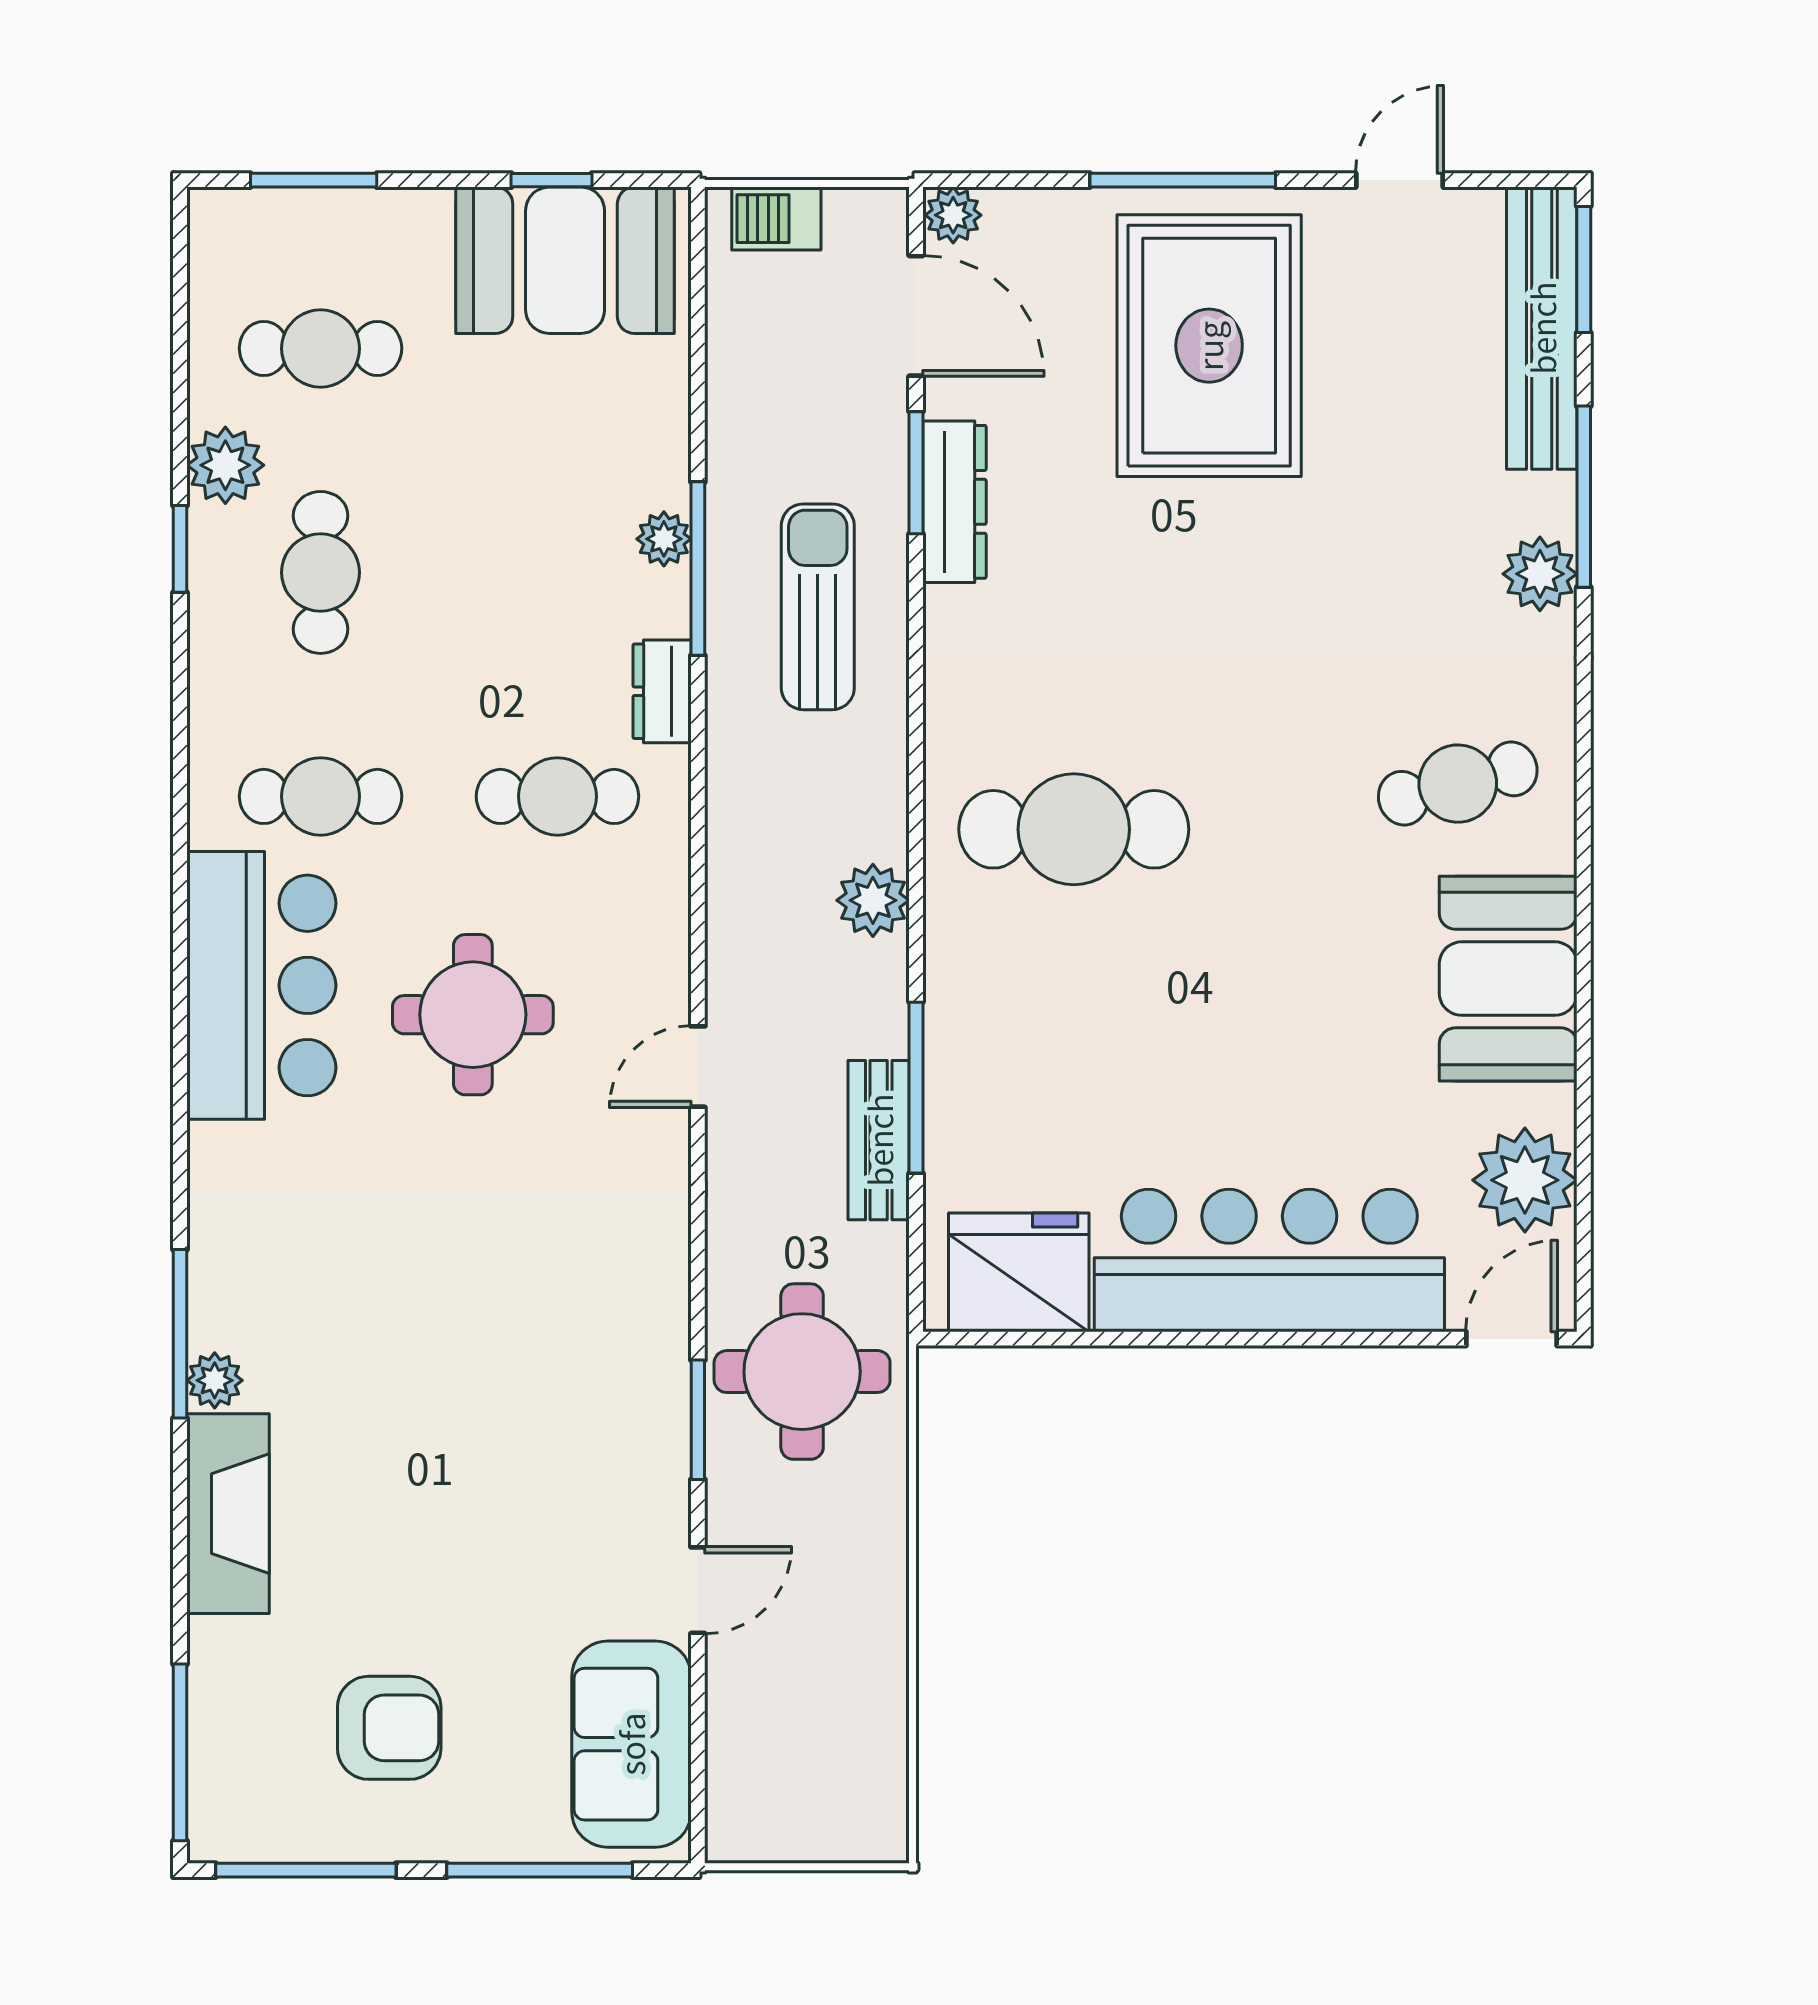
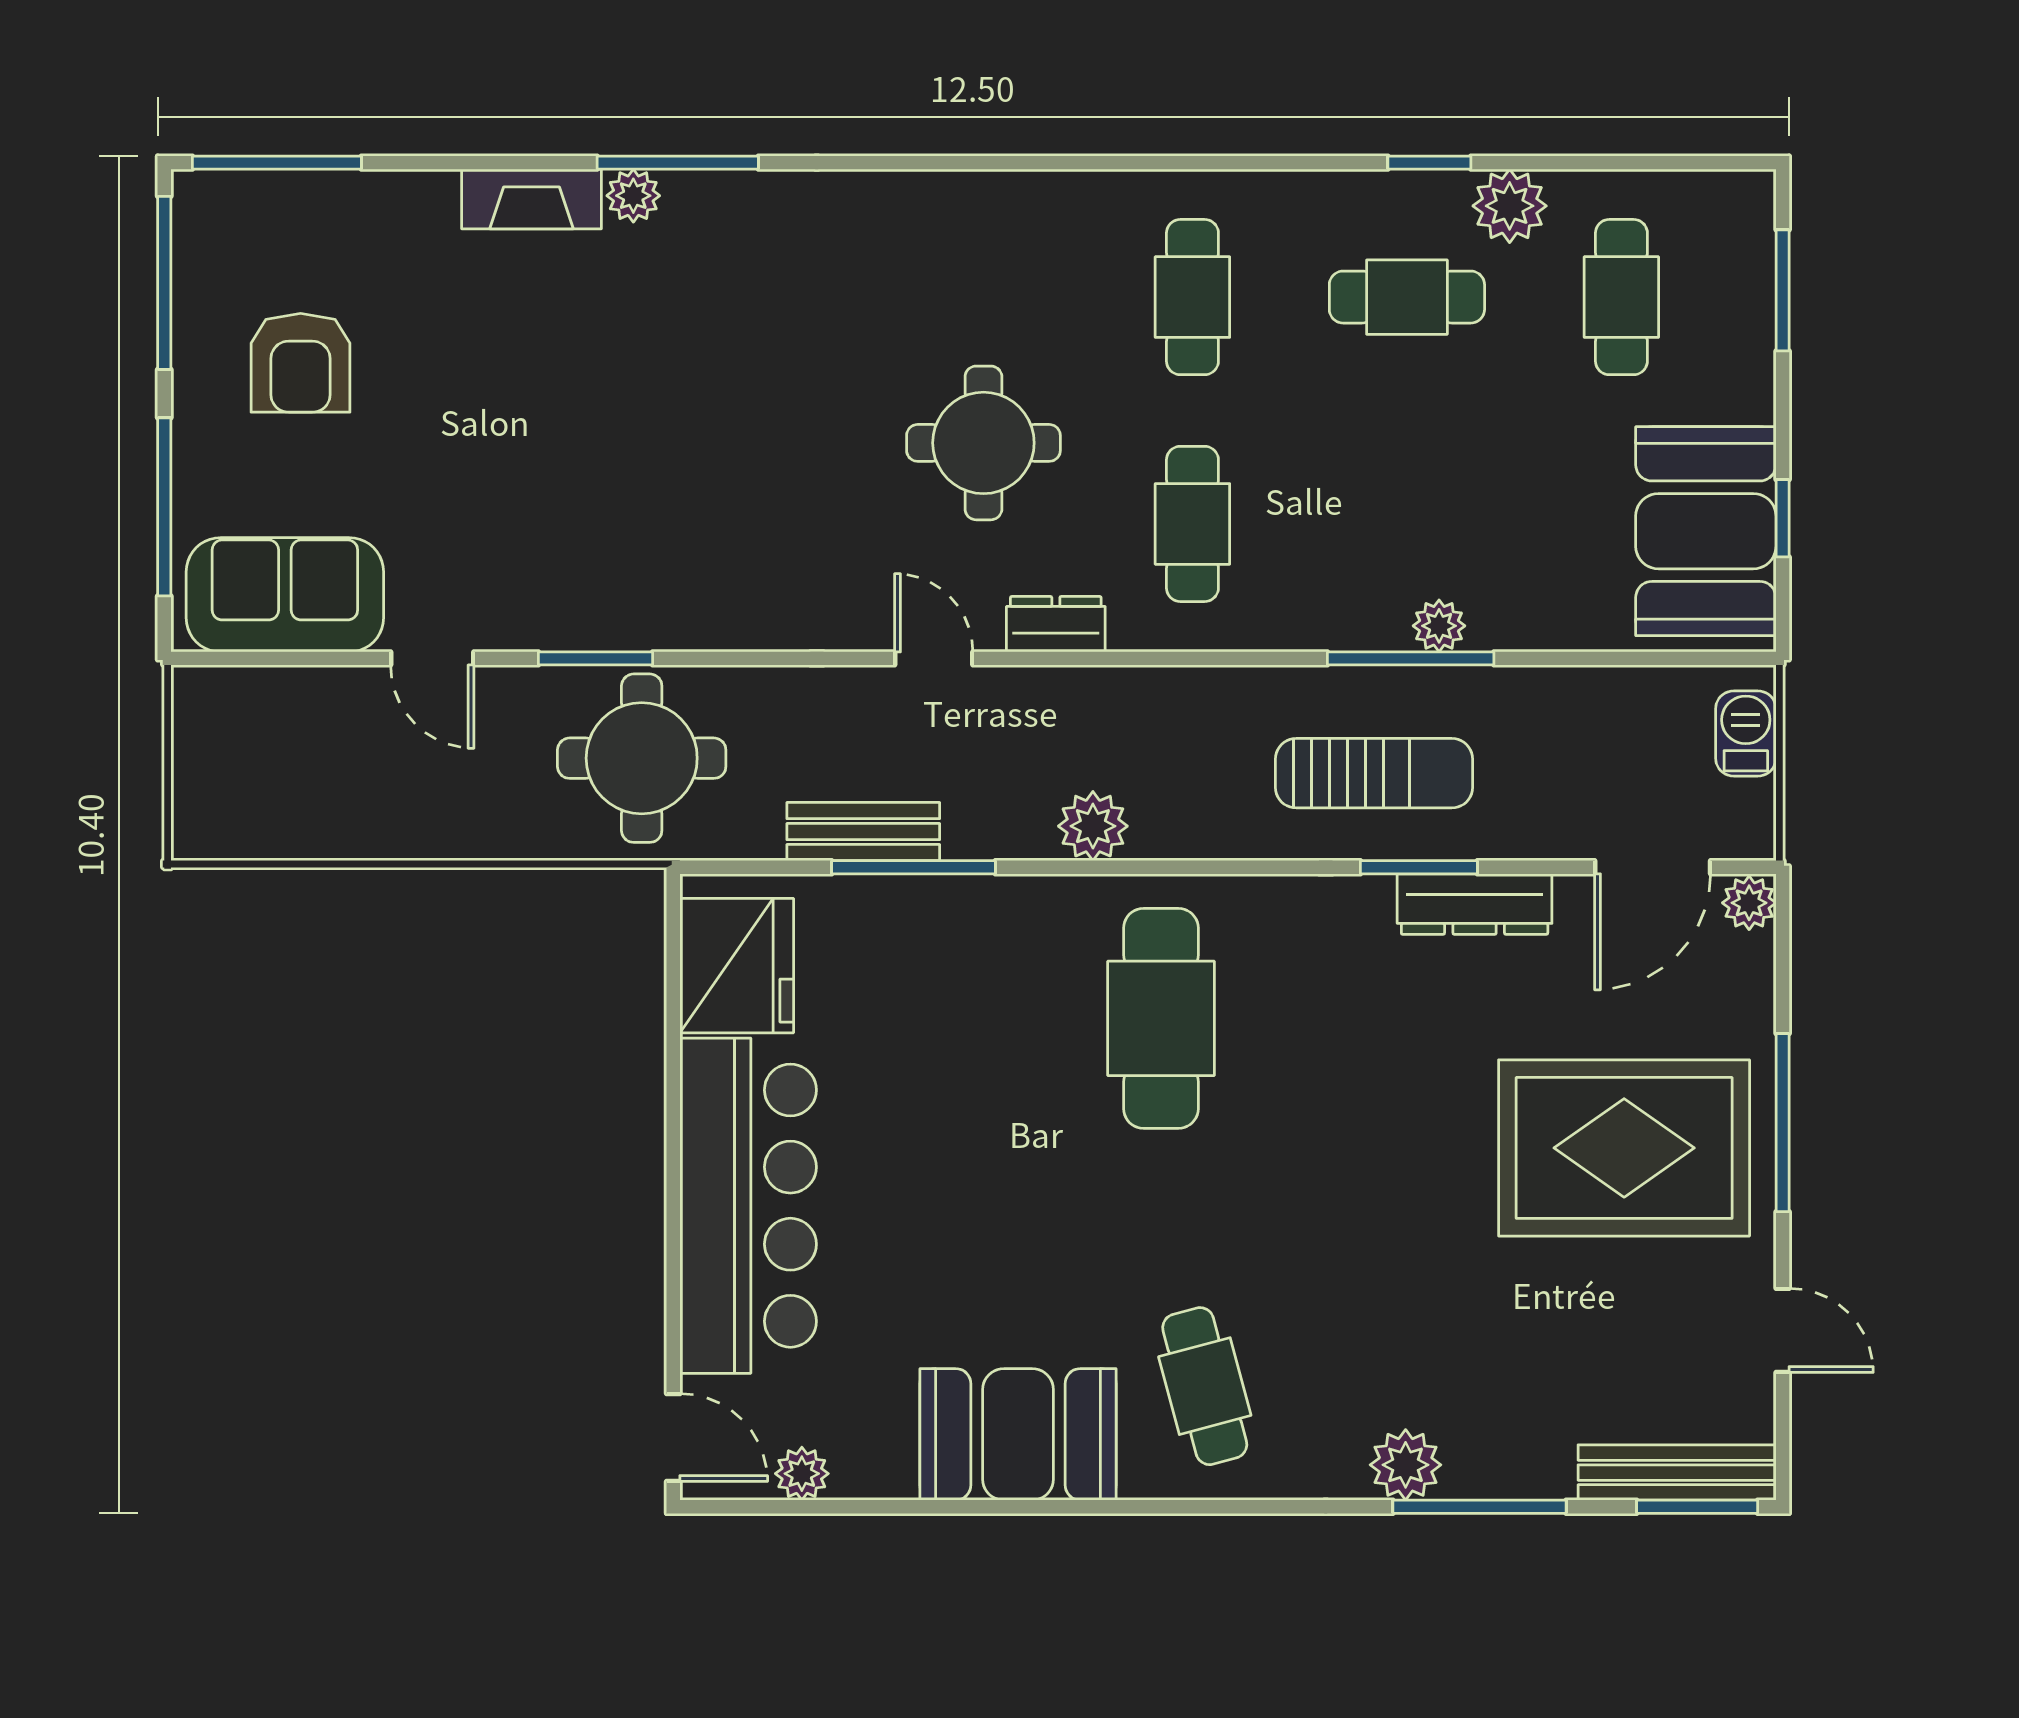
bench: (1542, 328) -> (1677, 1473), width x0.73, depth x0.82
window: (916, 473) -> (1419, 867), moved
dresser: (662, 691) -> (1056, 624), moved
bar counter: (261, 985) -> (1011, 240), removed
plant: (1525, 1180) -> (802, 1474), width x0.53, depth x0.53
fireplace: (228, 1514) -> (532, 199), width x0.73, depth x0.76

